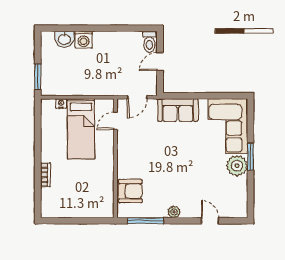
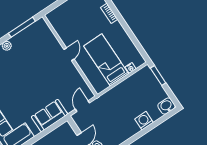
washbasin: (64, 39) -> (166, 106), moved
door: (115, 121) -> (69, 54), moved
armchair: (130, 191) -> (45, 40), removed

